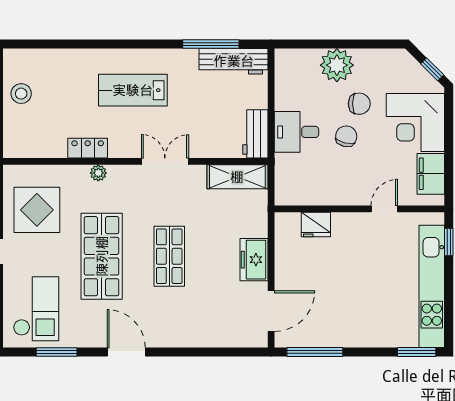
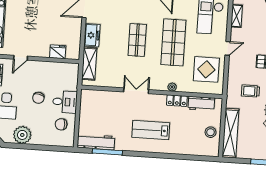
plant: (337, 65) -> (22, 135), moved
lab bench: (133, 90) -> (151, 130), turned 180
chair: (359, 104) -> (61, 124), moved
workbench: (255, 134) -> (201, 104), moved, turned 90
double door: (165, 161) -> (136, 91), swing flipped
shelving: (237, 177) -> (89, 64), moved, turned 90

